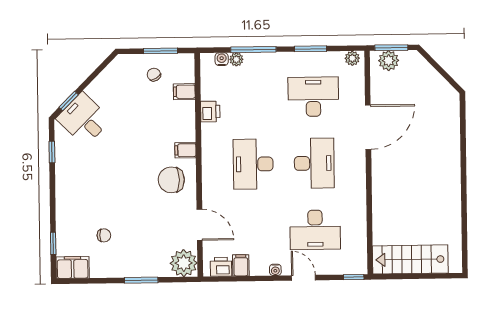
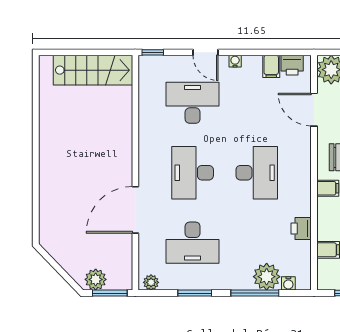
plant: (236, 59) -> (267, 277), width x1.88, depth x1.88
plant: (389, 61) -> (96, 279), moved

